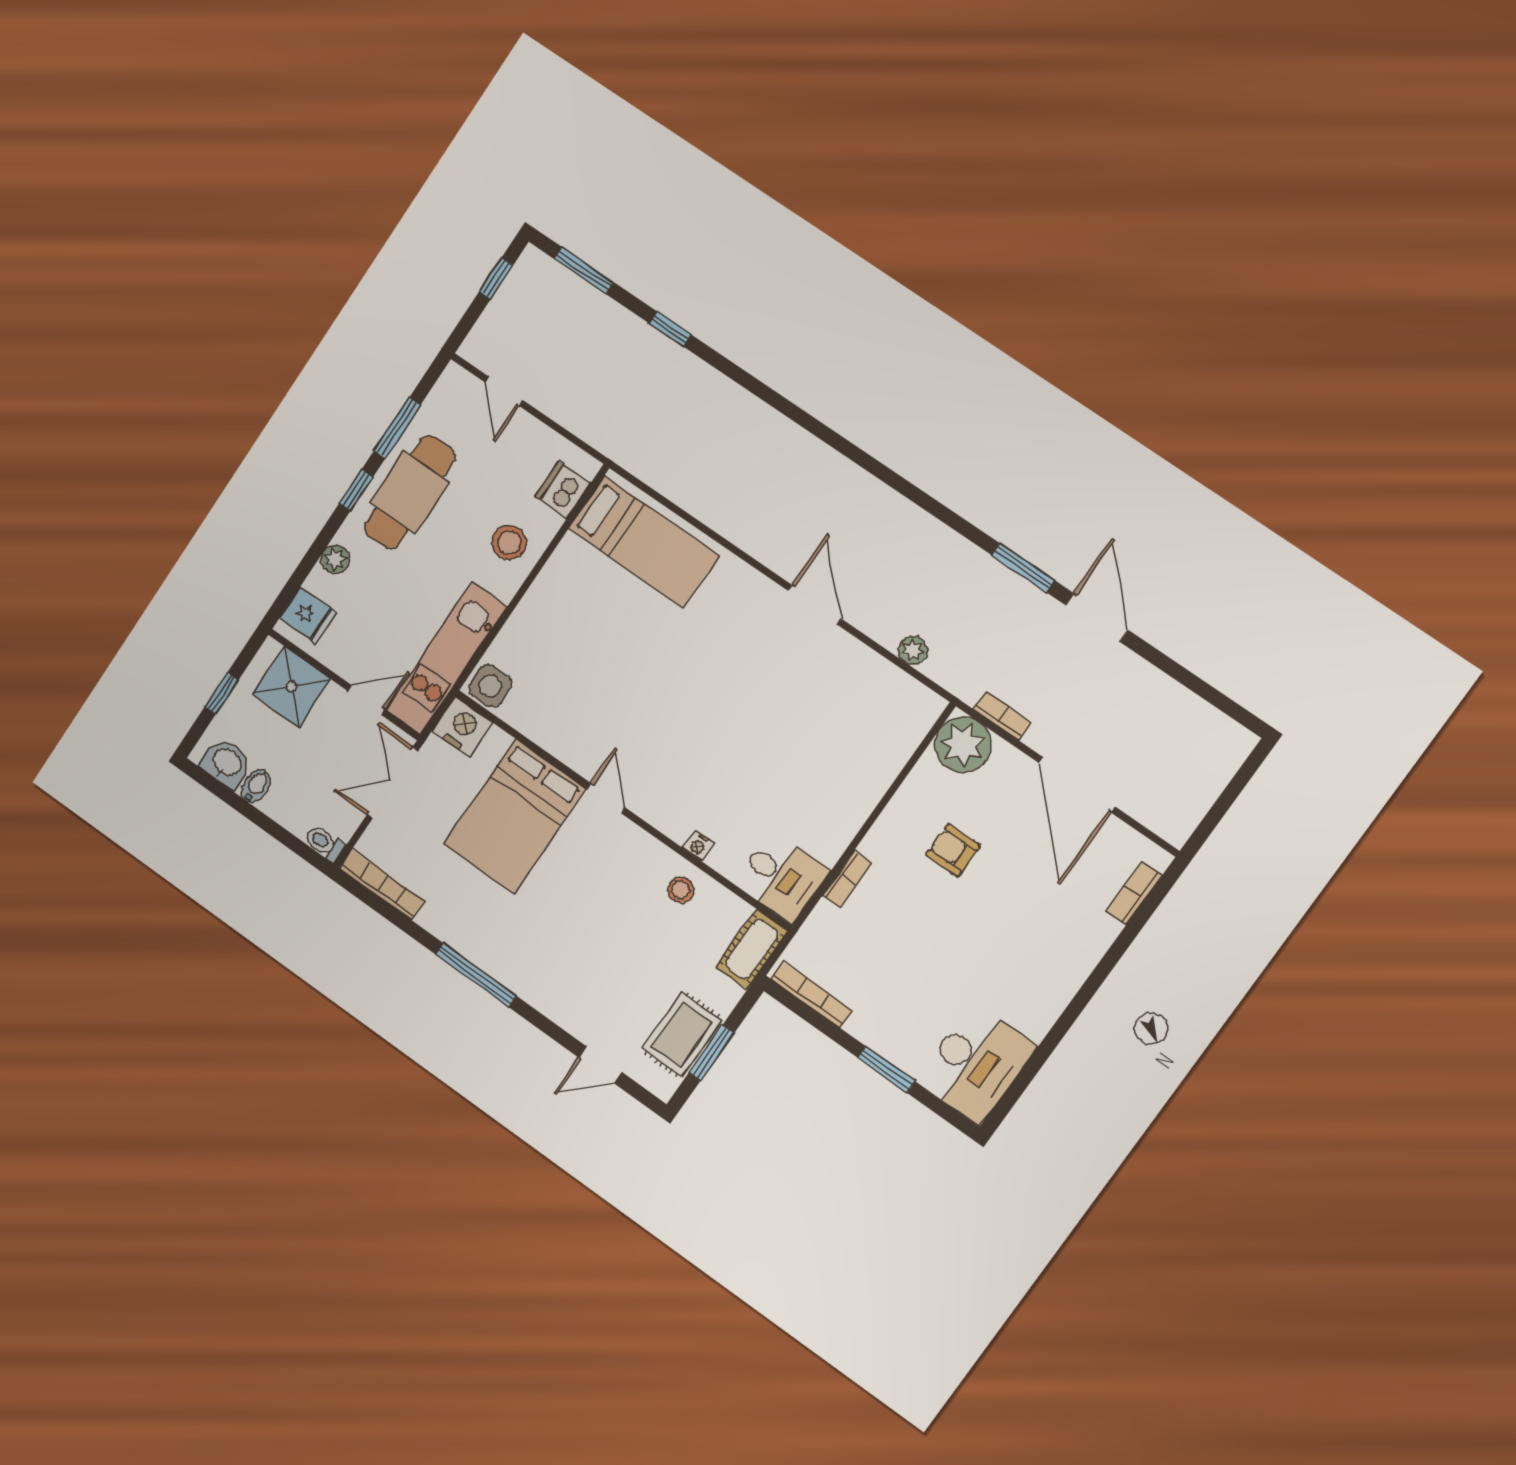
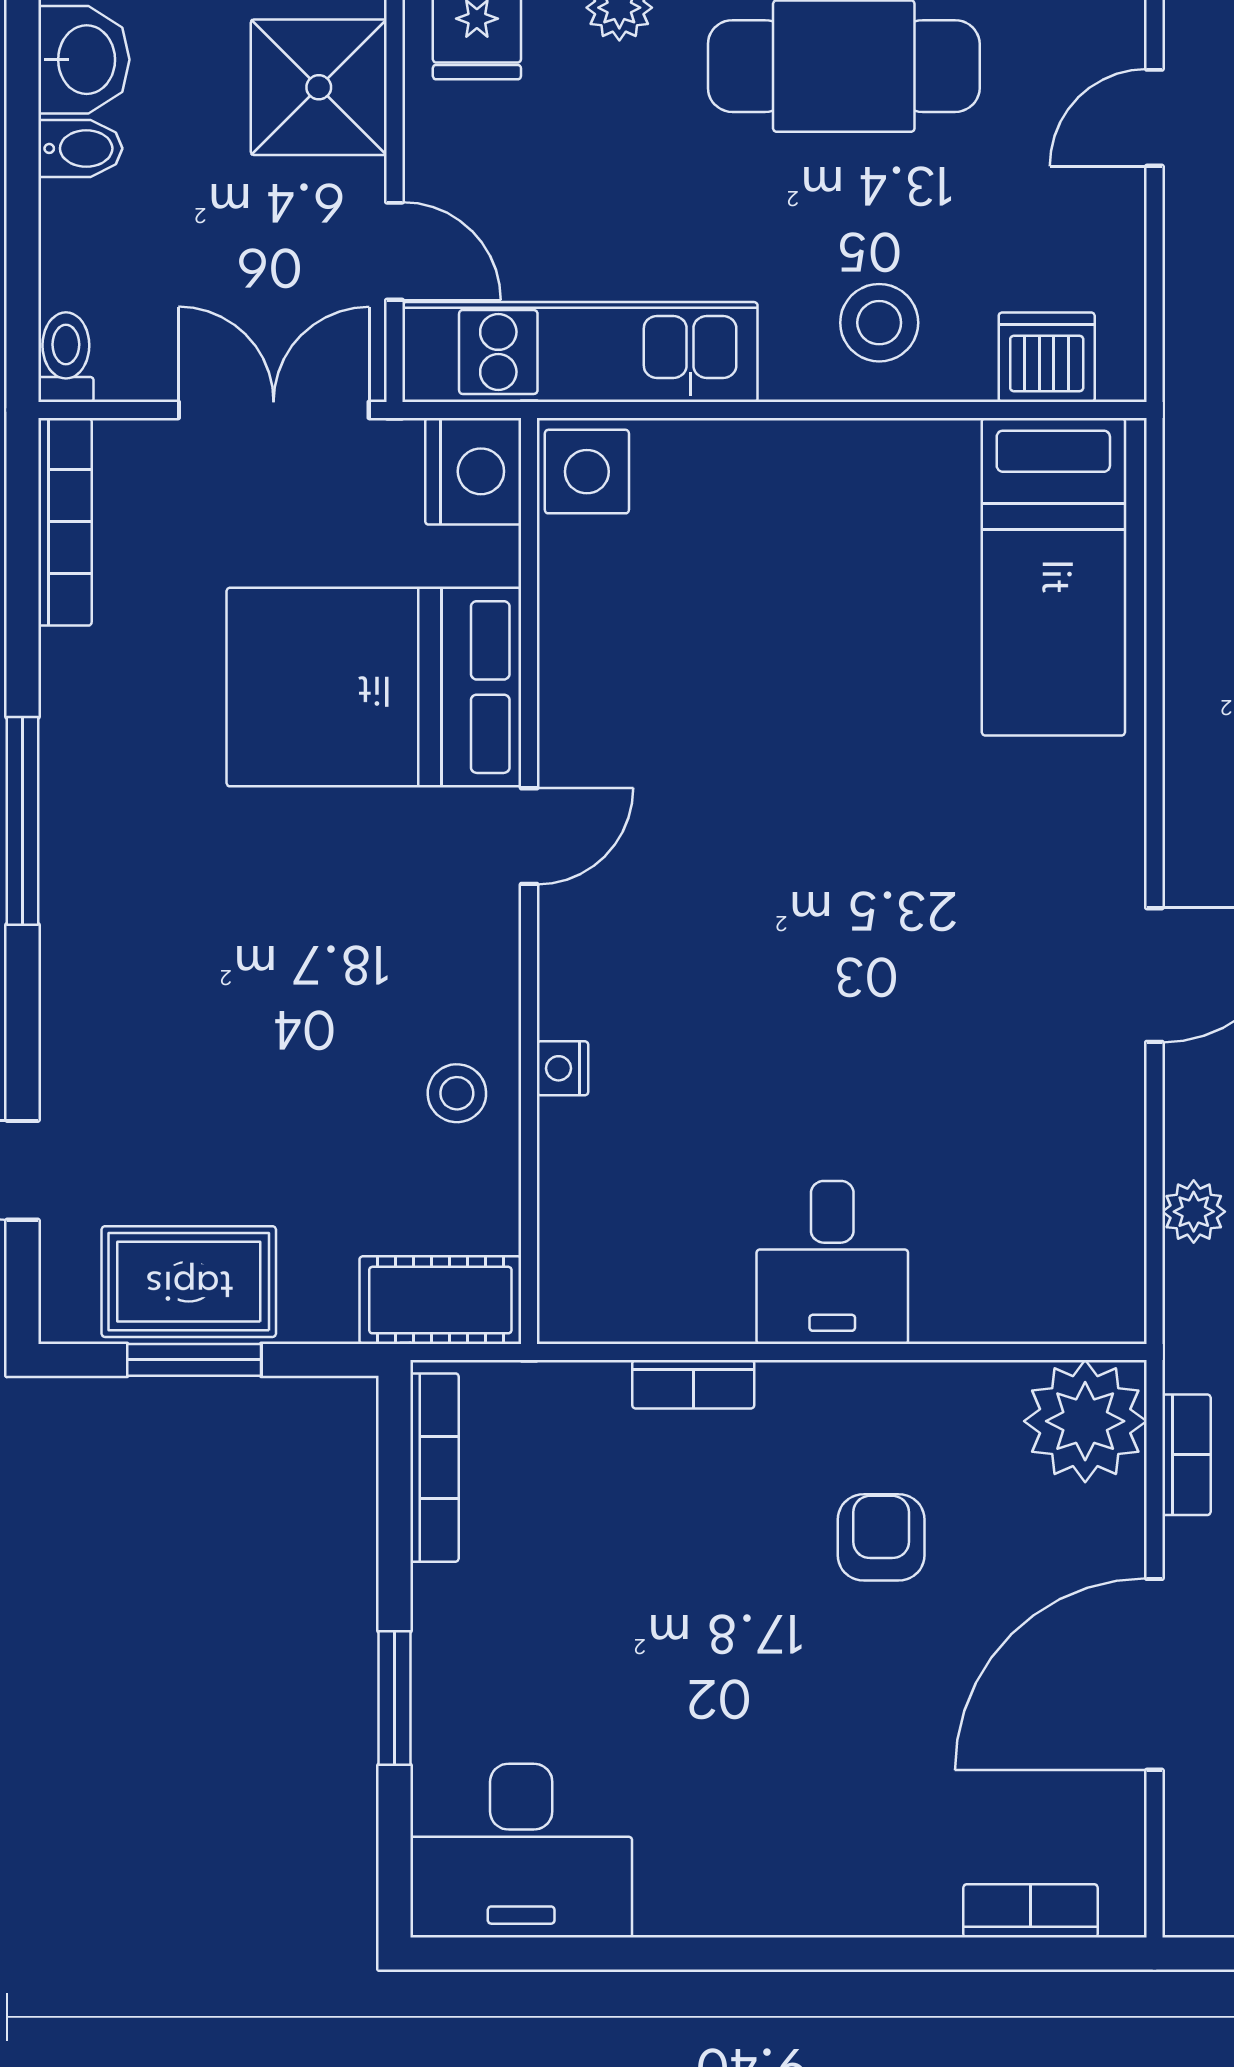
desk: (782, 877) -> (832, 1262), moved

